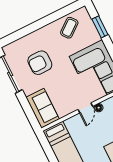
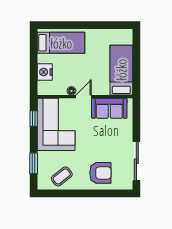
armchair: (40, 63) -> (100, 173), moved
sofa: (43, 108) -> (109, 108), moved, turned -90

